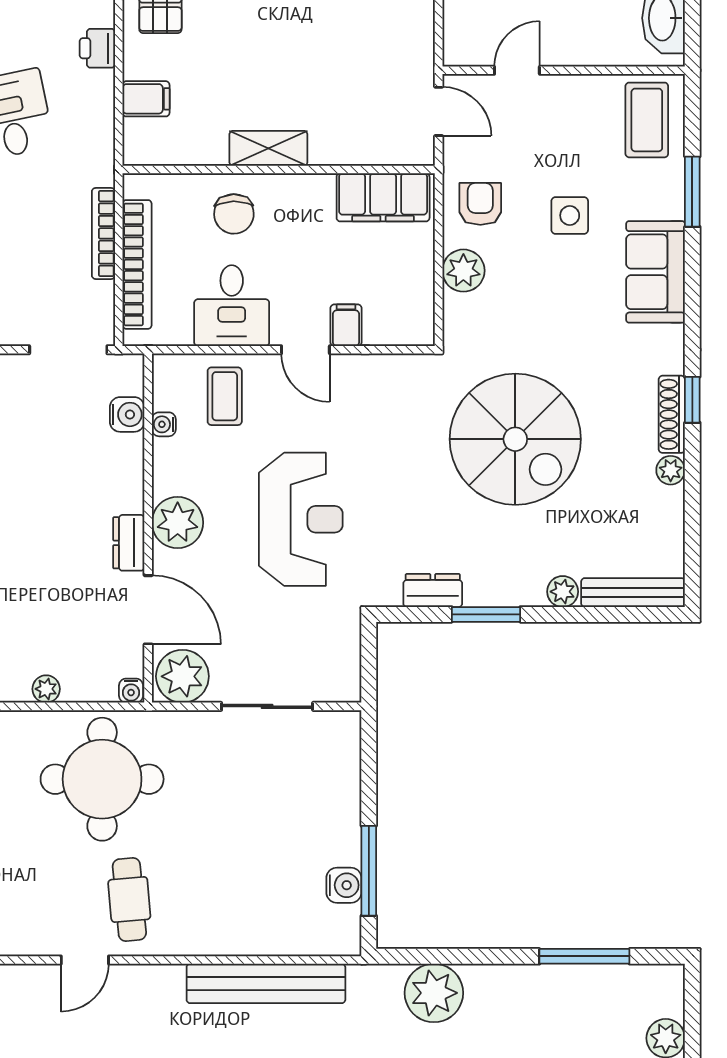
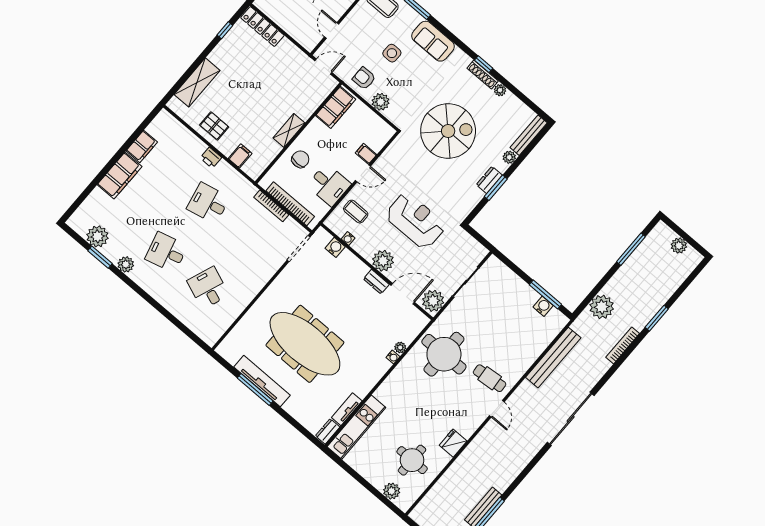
chair: (234, 214) -> (300, 159), turned -89
dresser: (433, 591) -> (489, 180), moved
water cooler: (131, 691) -> (393, 357), moved

